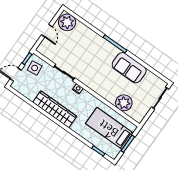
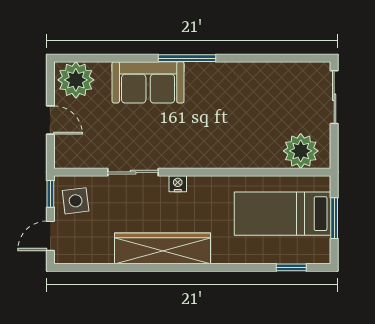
sofa: (129, 68) -> (148, 82), moved
plant: (124, 103) -> (301, 151), moved

